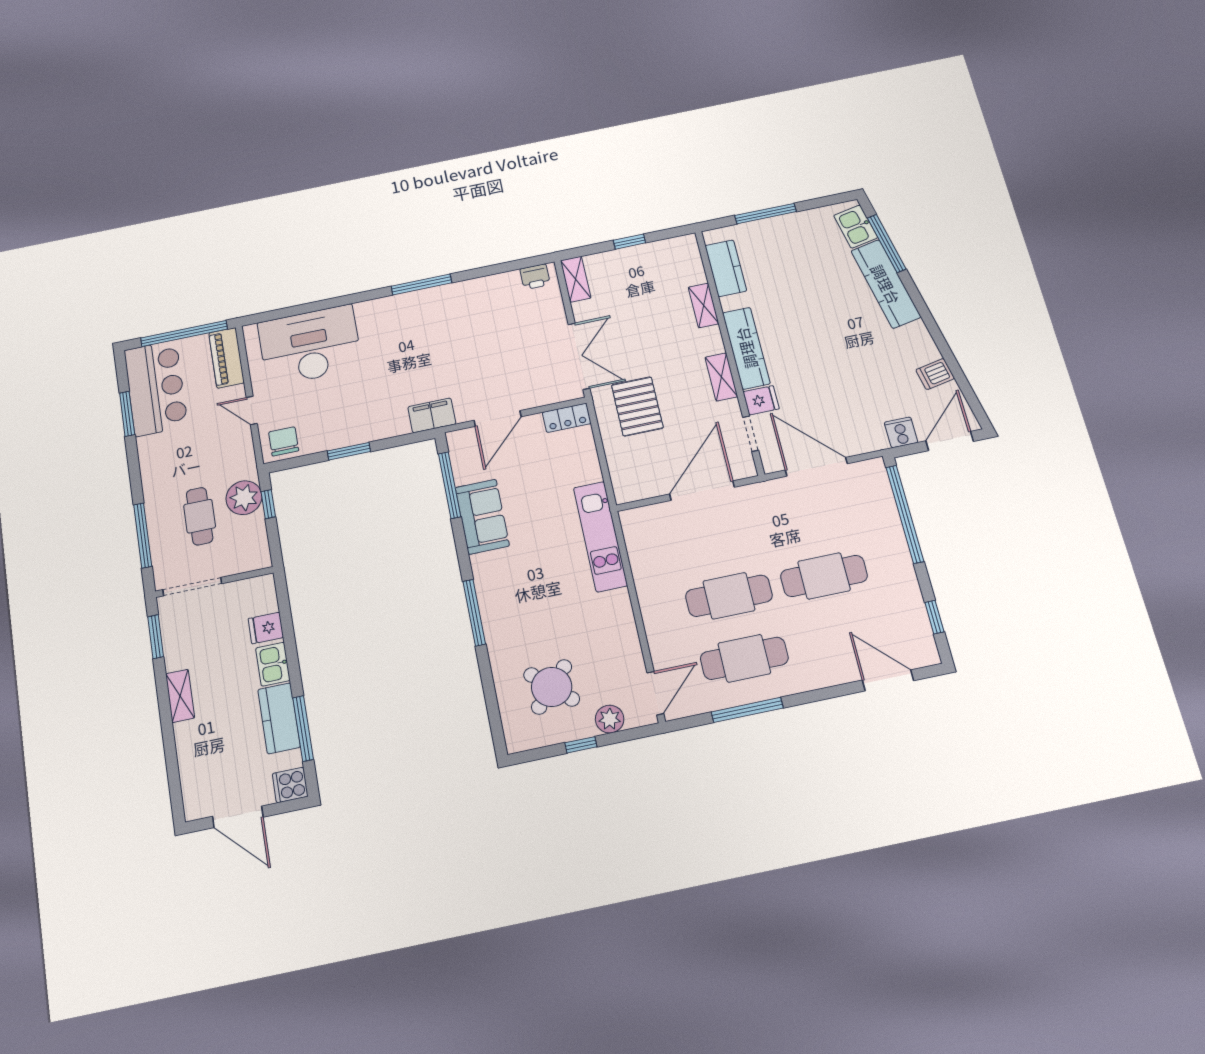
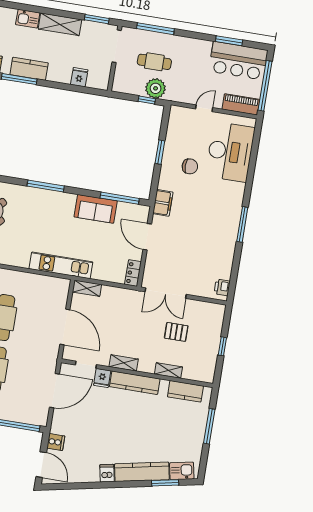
window: (887, 243) -> (165, 483), width x0.69
shelving: (576, 279) -> (87, 288), moved
dishwasher: (935, 374) -> (107, 473), moved
pallet: (637, 406) -> (176, 332), moved, width x0.67, depth x0.71
chair: (284, 441) -> (190, 166), moved
kitchen sink: (273, 664) -> (28, 19), moved, turned 180
shelving: (180, 696) -> (60, 24), width x1.50, depth x1.33

